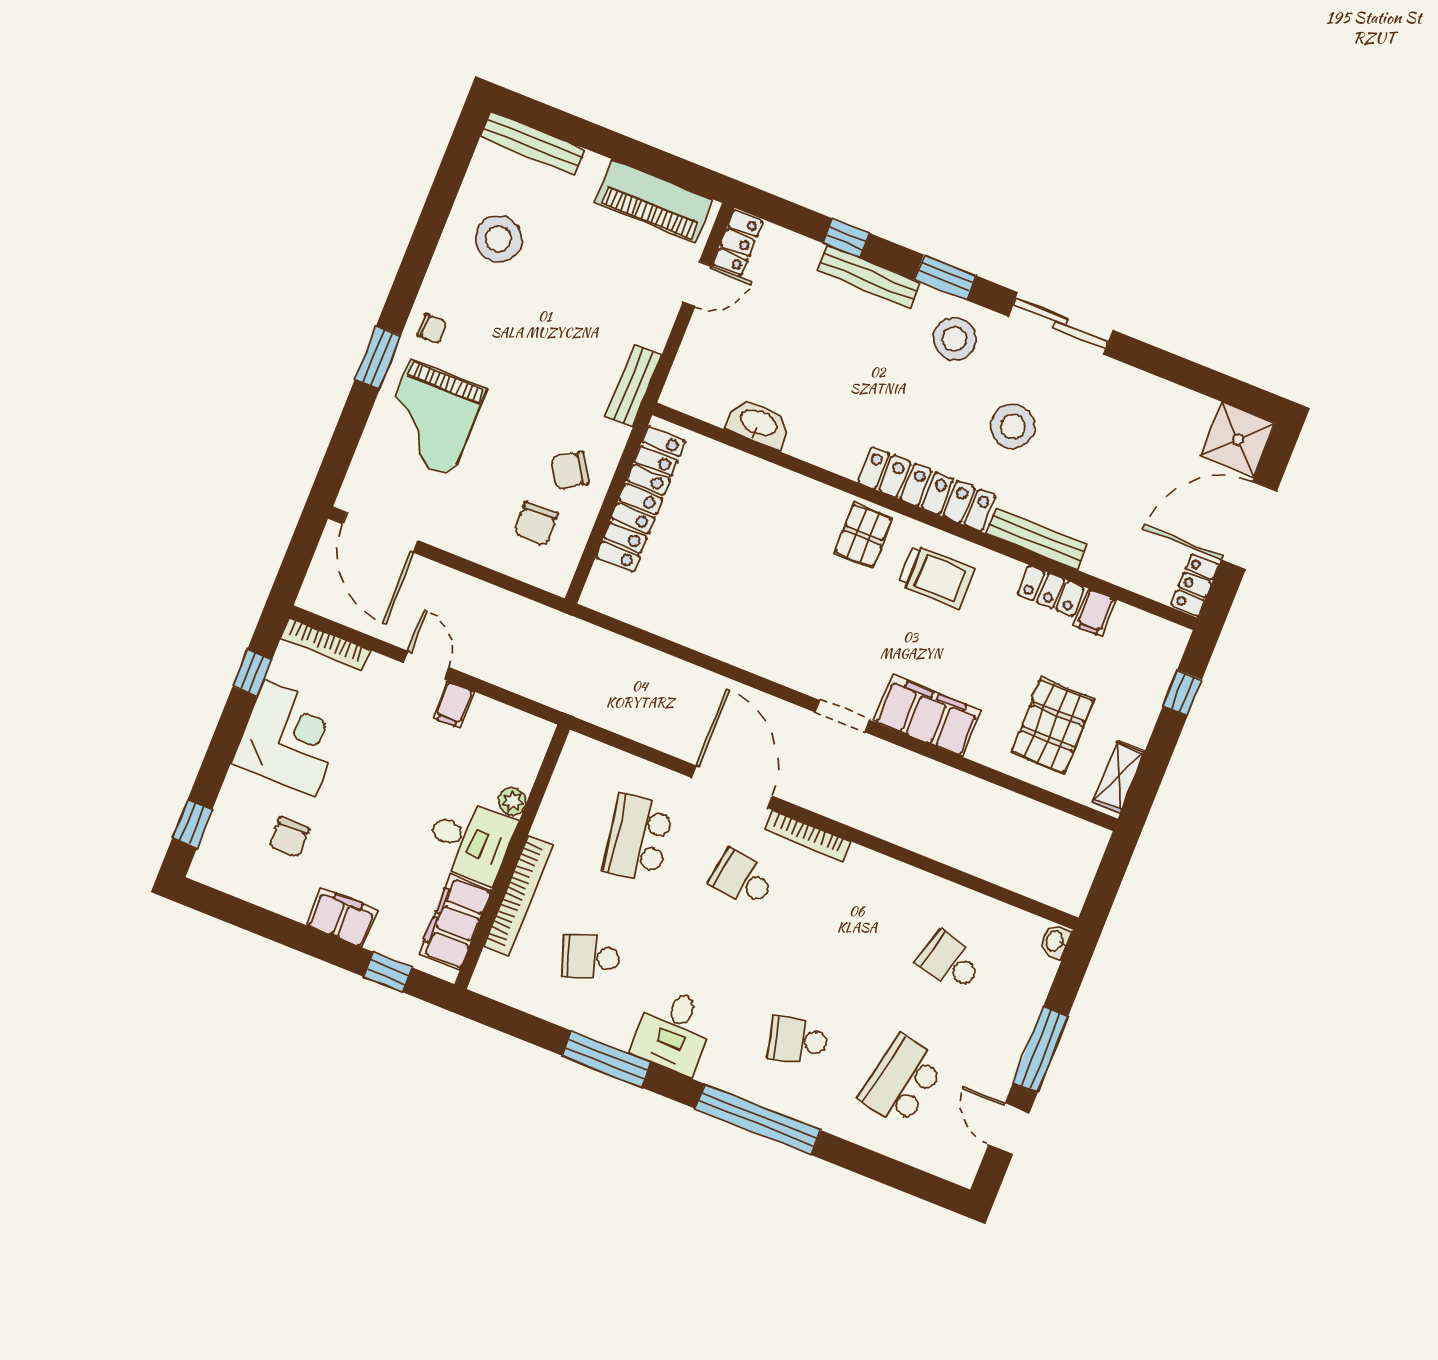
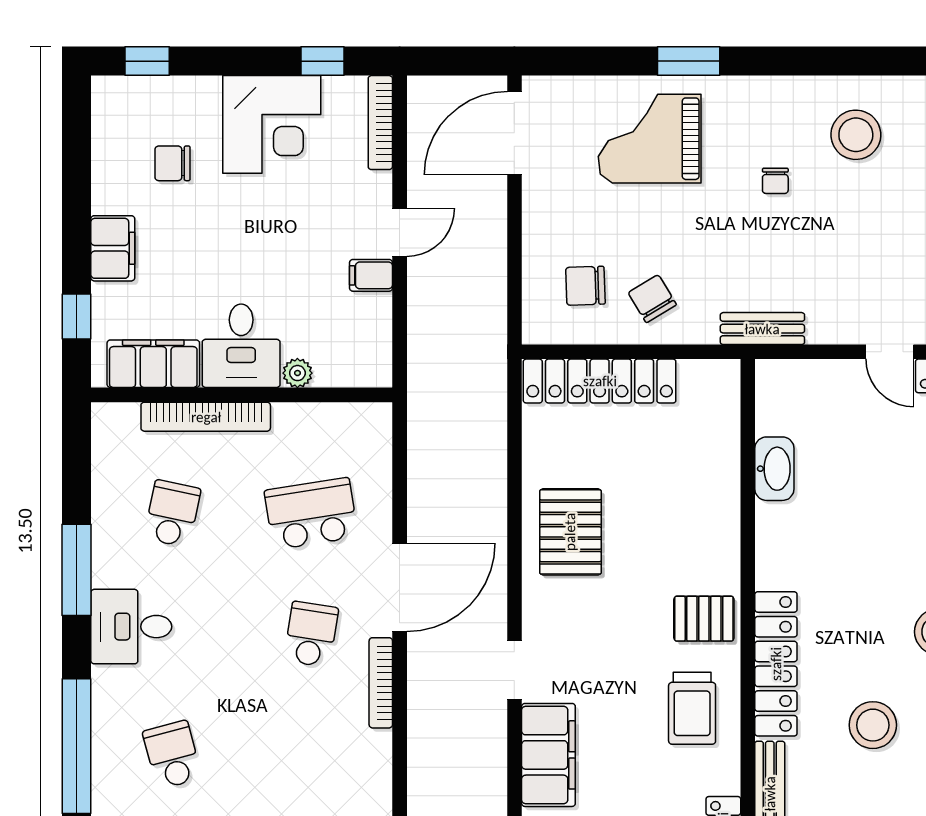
chair: (432, 329) -> (775, 181), moved
locker: (641, 499) -> (600, 381), moved
pallet: (743, 621) -> (570, 532), added
school desk: (591, 957) -> (172, 514), turned 30

